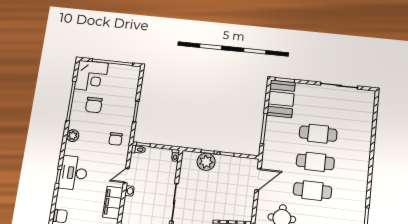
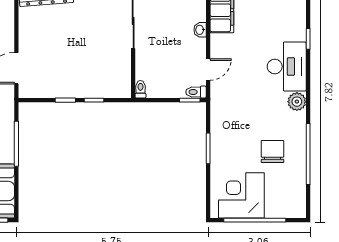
corner desk: (91, 76) -> (241, 195), moved
chair: (116, 139) -> (232, 104), removed
plant: (206, 162) -> (94, 85), removed
desk: (73, 173) -> (287, 67), moved
door: (126, 176) -> (208, 69), moved

